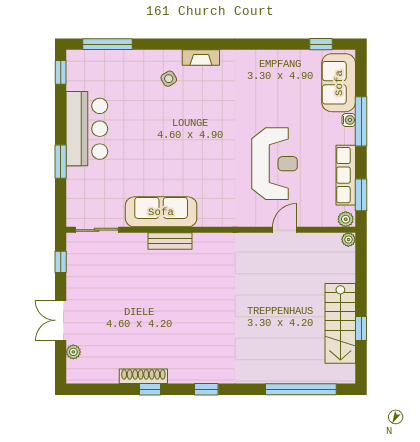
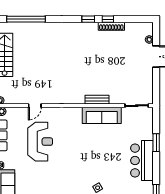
reception desk: (275, 164) -> (40, 142), turned 180
window: (61, 262) -> (156, 88), removed
window: (206, 389) -> (88, 19), moved

